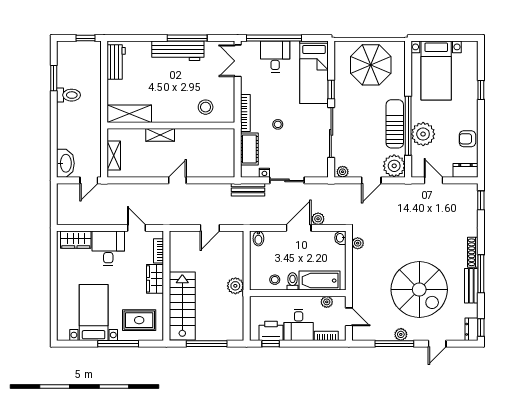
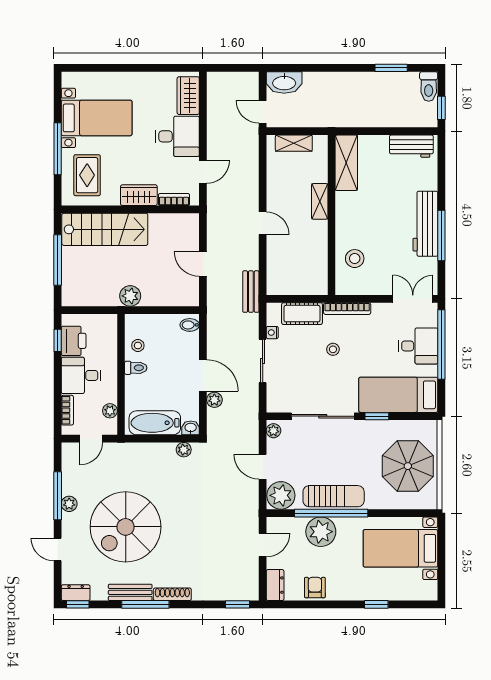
toilet: (69, 95) -> (429, 86), moved
bench: (248, 190) -> (251, 292), moved
bathtub: (320, 281) -> (155, 423), moved, turned -90

